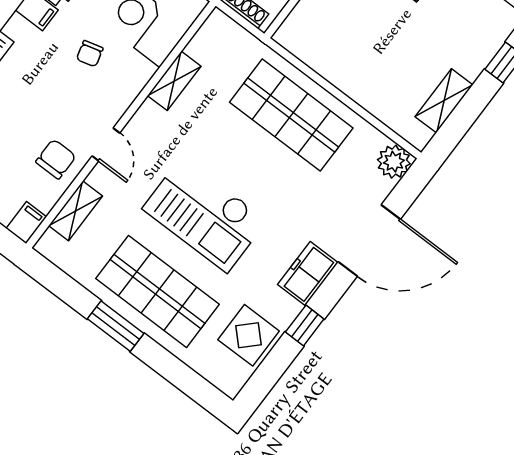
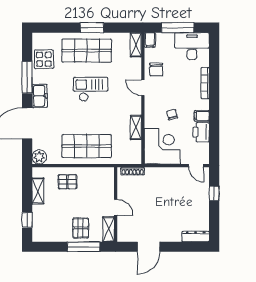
pallet: (376, 76) -> (67, 182), added
shelving: (76, 211) -> (136, 45), moved
checkout: (205, 214) -> (91, 89), width x0.73, depth x0.83
window: (305, 326) -> (27, 77), width x2.17

